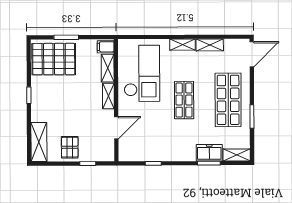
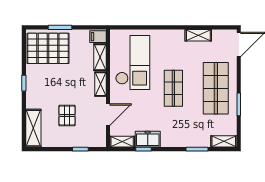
shelving: (182, 45) -> (122, 142), moved
pallet: (70, 147) -> (67, 115), moved
freezer: (209, 153) -> (148, 139), moved

